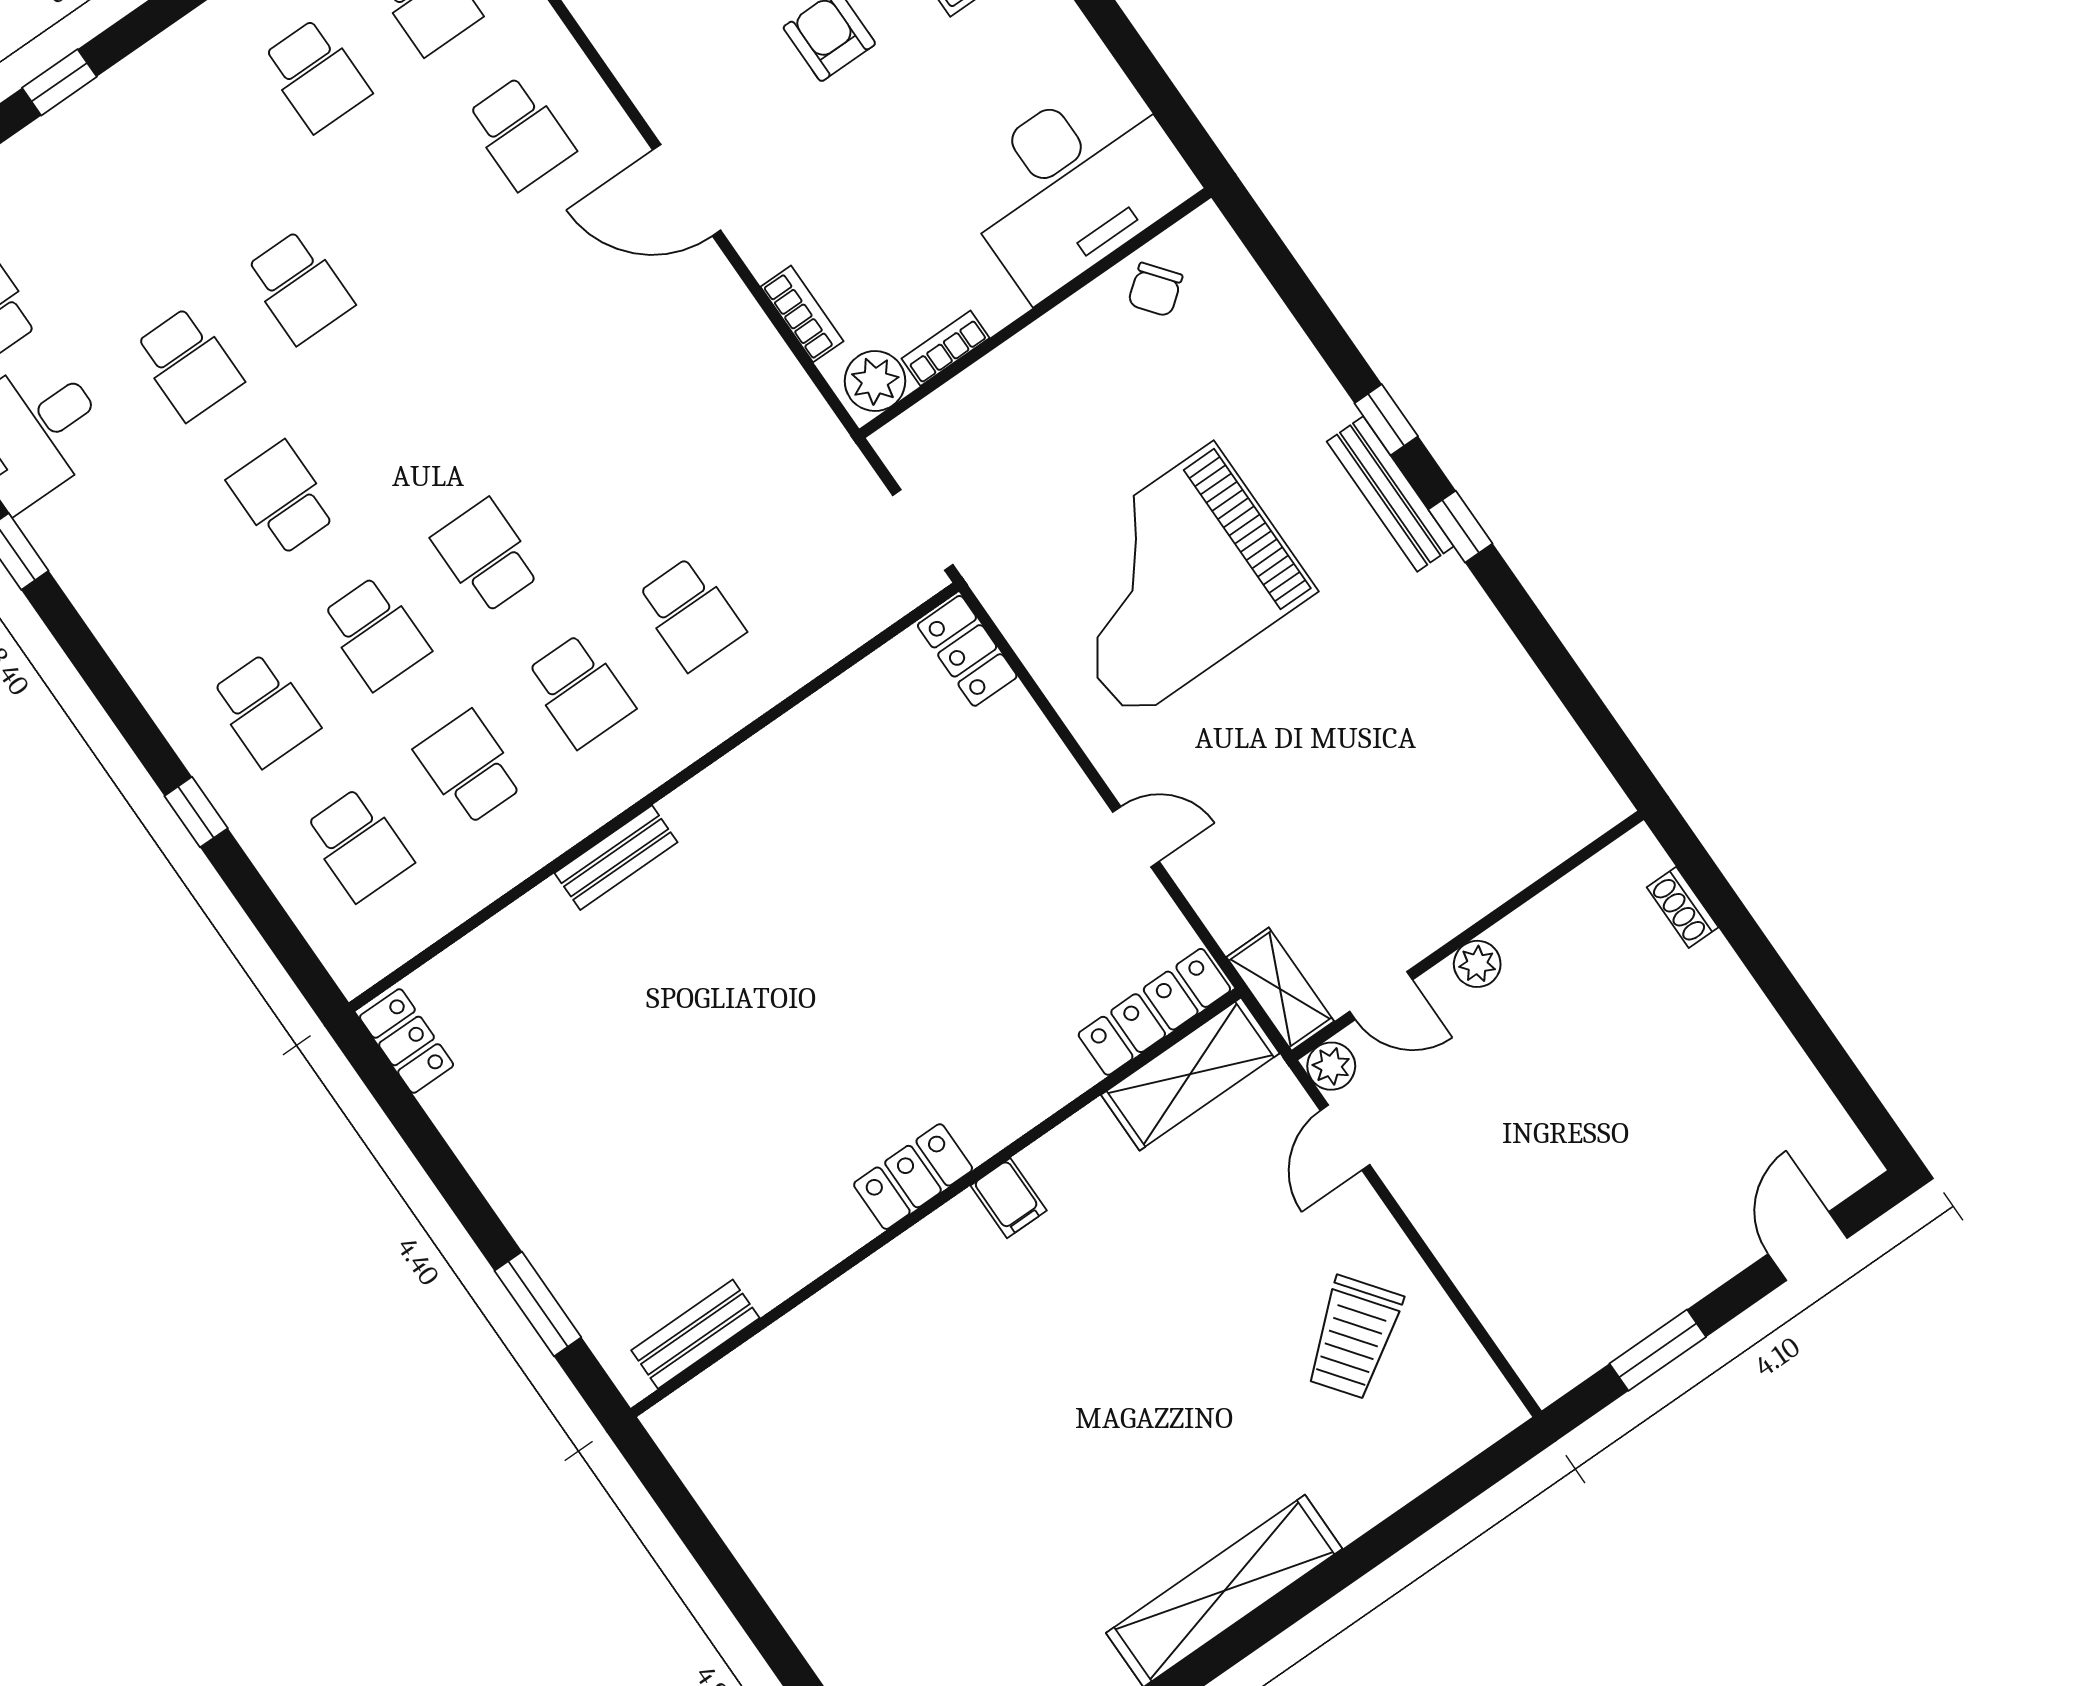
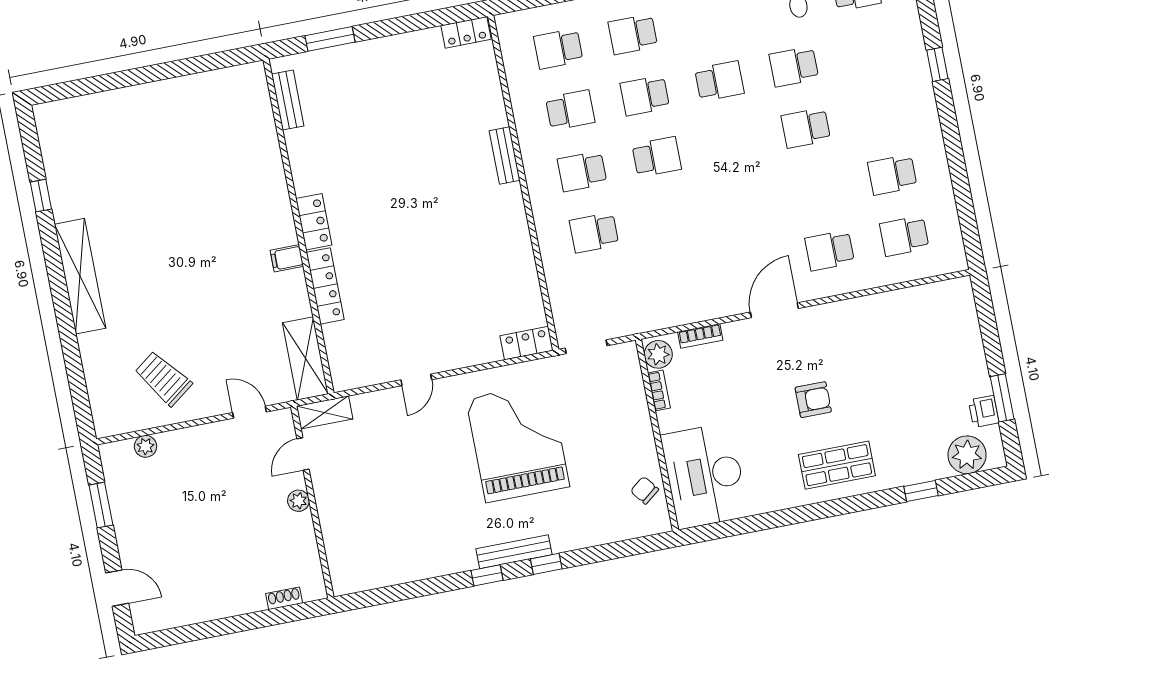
locker: (1154, 1012) -> (325, 286), moved
plant: (1331, 1066) -> (146, 446), moved

